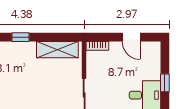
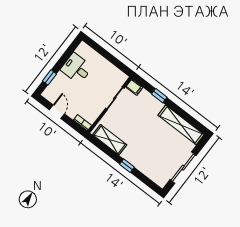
window: (165, 83) -> (49, 77), moved

